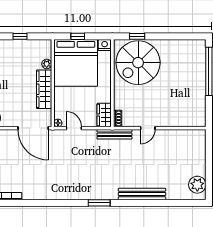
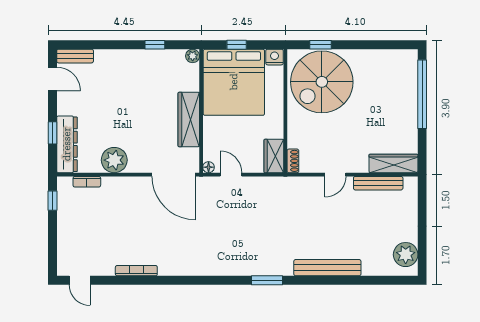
plant: (47, 64) -> (193, 56), moved
wardrobe: (189, 120) -> (393, 163), added
bench: (114, 134) -> (378, 183), moved

